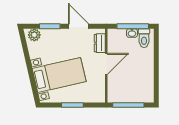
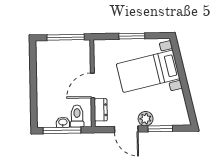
plant: (34, 35) -> (146, 119), moved
toilet: (144, 38) -> (77, 116), moved

